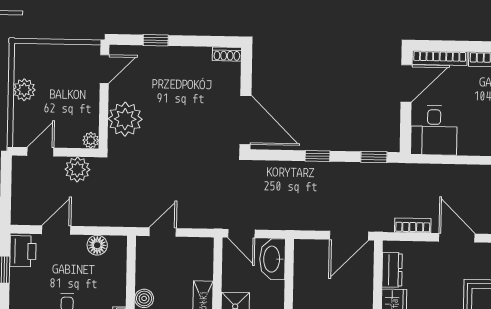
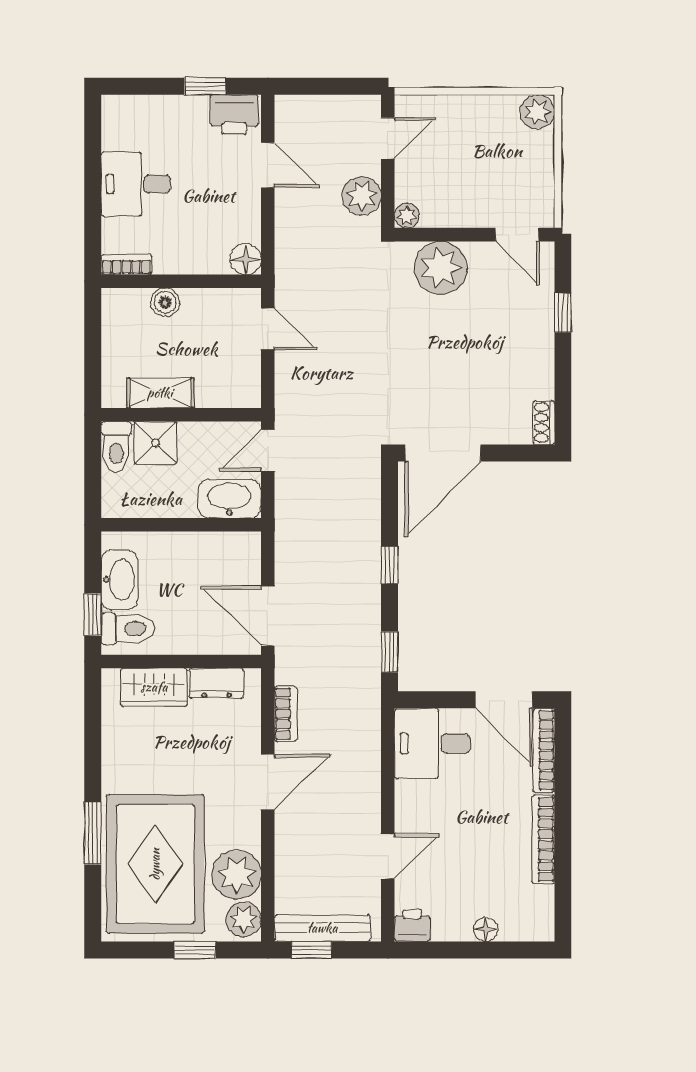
plant: (24, 90) -> (537, 112), moved
door: (40, 152) -> (388, 138), hinge flipped
floor lamp: (97, 245) -> (246, 259), moved

